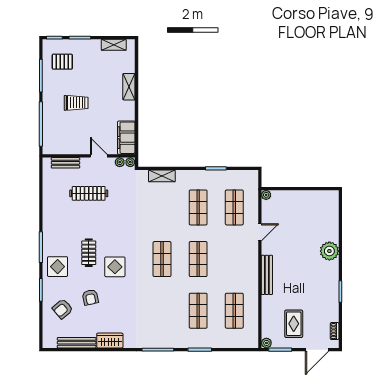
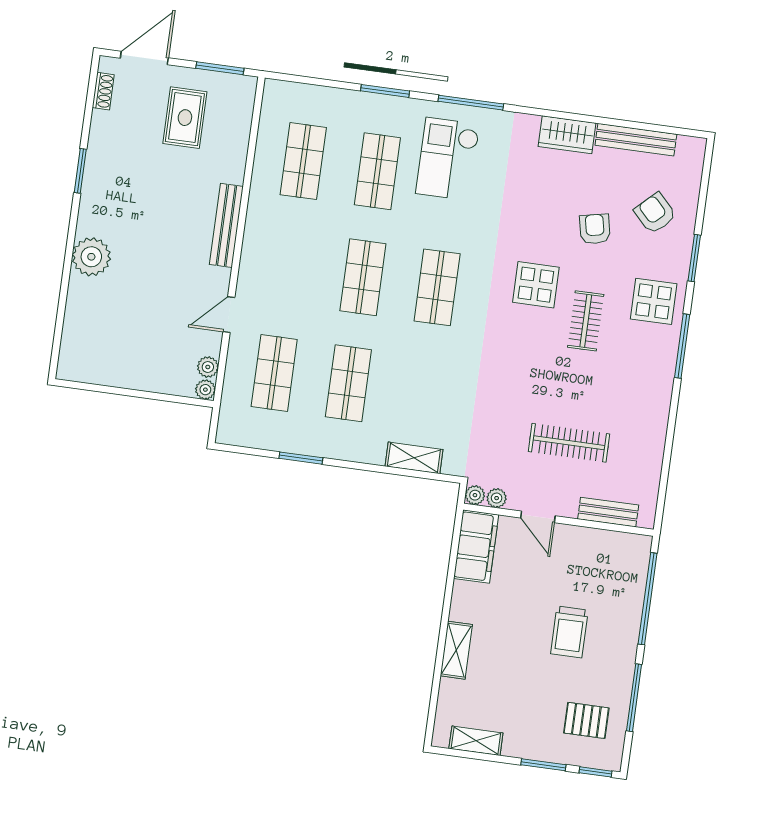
trolley: (76, 103) -> (569, 632), turned -90
armchair: (63, 309) -> (655, 213), turned -94
checkout: (165, 321) -> (448, 159), added
plant: (266, 343) -> (208, 367), moved

